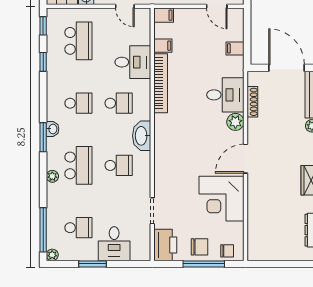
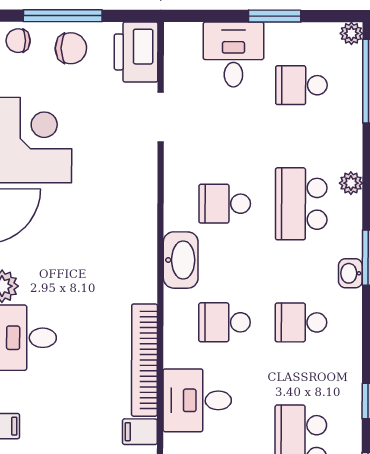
chair: (199, 247) -> (71, 48), turned 180

